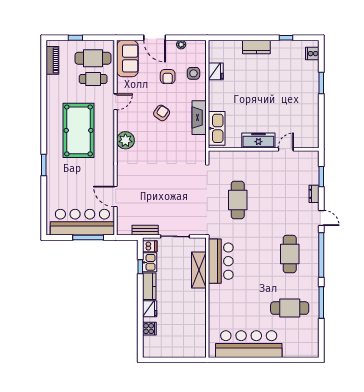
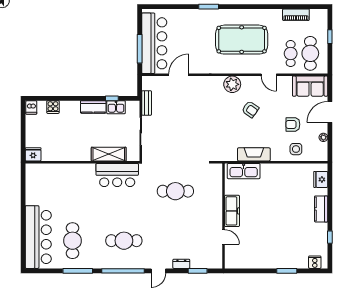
piano: (52, 60) -> (296, 15), moved
fridge: (216, 71) -> (321, 179), moved, turned 90
armchair: (162, 113) -> (250, 109), moved
dishwasher: (150, 246) -> (31, 107), moved
fridge: (150, 309) -> (33, 154), moved, turned 180
bar counter: (249, 344) -> (38, 237), moved

